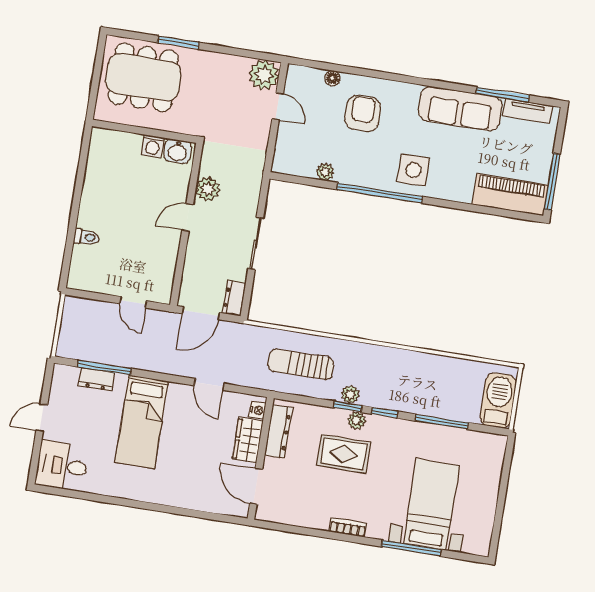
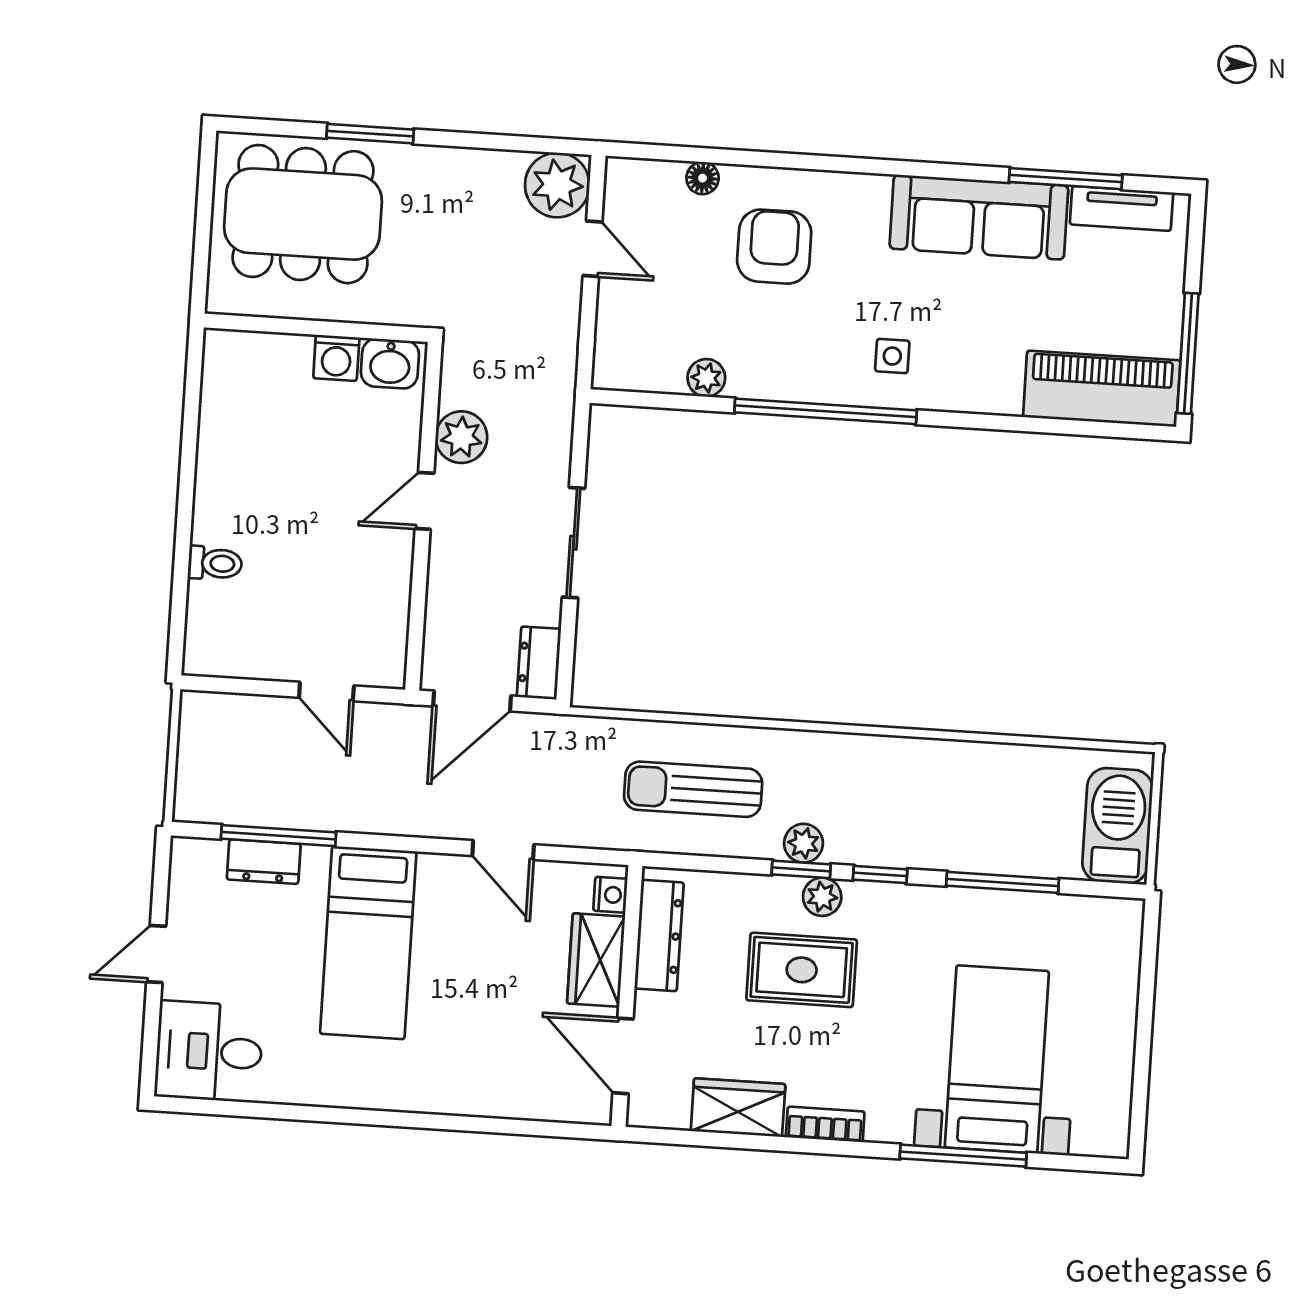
side table: (413, 170) -> (892, 356), width x0.54, depth x0.54
wardrobe: (308, 516) -> (738, 1108), added

